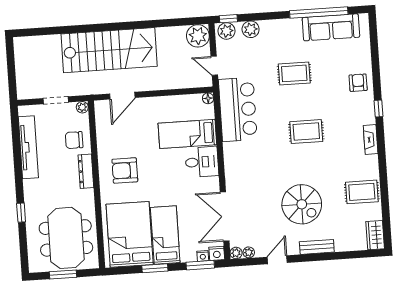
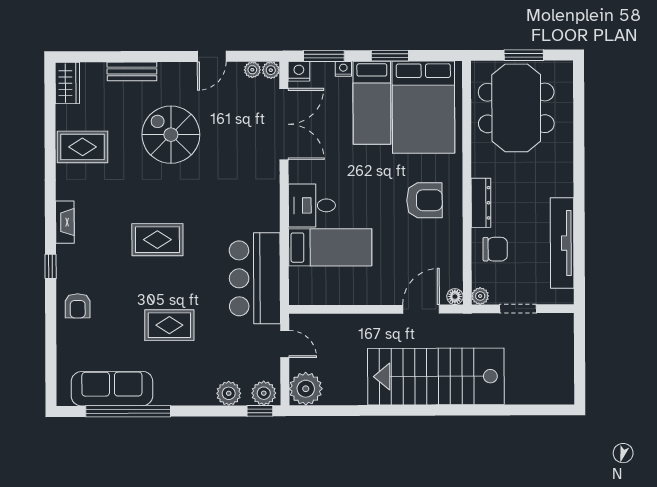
floor lamp: (208, 98) -> (455, 297), moved
window: (21, 213) -> (579, 149), removed
bench: (317, 247) -> (132, 71), moved
nightstand: (203, 256) -> (343, 69), moved

